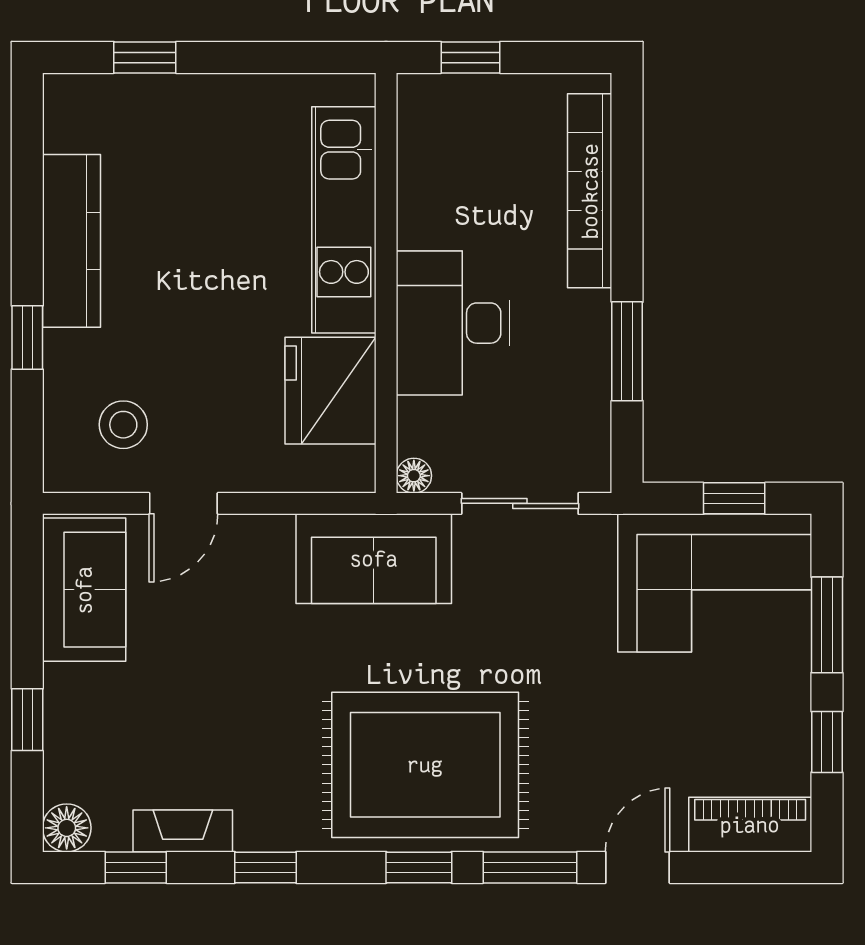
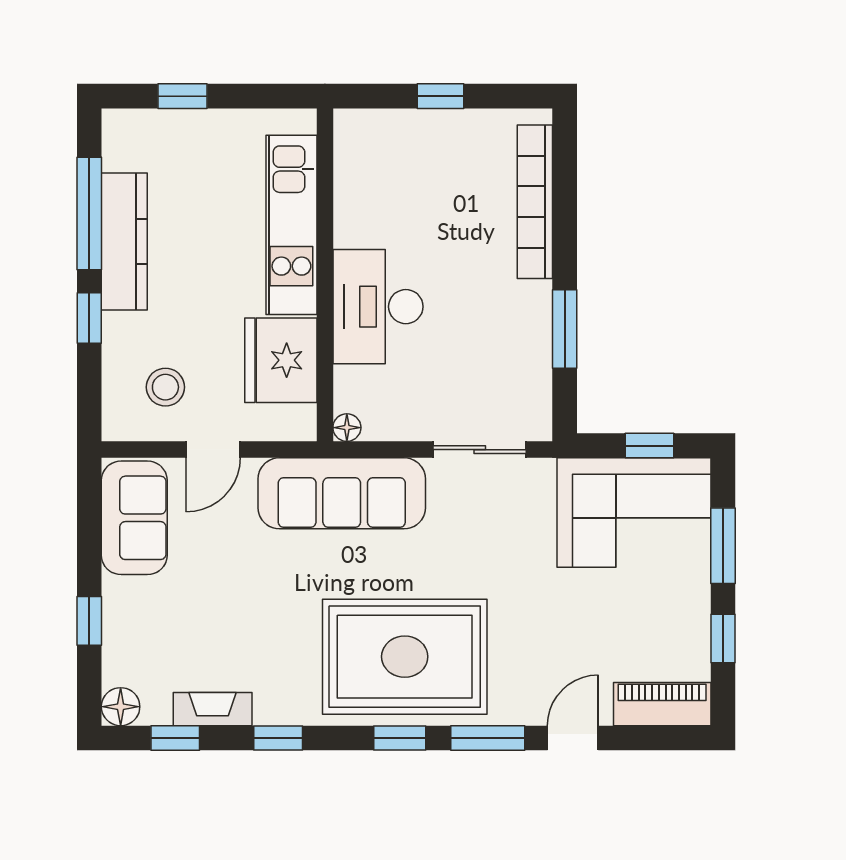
window: (27, 205) -> (89, 213), added
kitchen unit: (344, 220) -> (291, 225), moved
wall: (386, 283) -> (325, 275), moved
desk: (453, 323) -> (378, 307), moved
fridge: (330, 391) -> (281, 360), moved
floor lamp: (414, 476) -> (347, 428), moved
sofa: (374, 559) -> (342, 493), width x1.36

